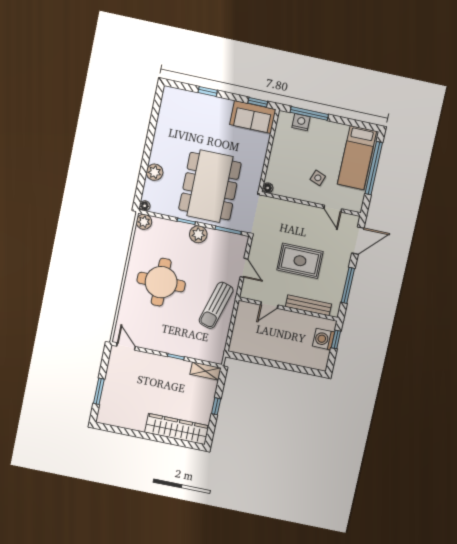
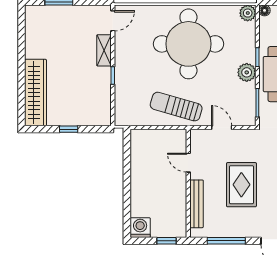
door: (244, 268) -> (222, 128), swing flipped
round table: (161, 282) -> (188, 44), width x1.36, depth x1.36
washing machine: (324, 339) -> (140, 228), moved
shelving: (206, 371) -> (104, 50), moved

